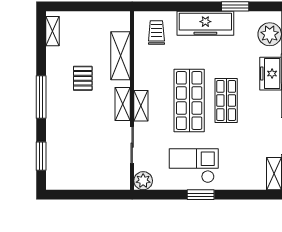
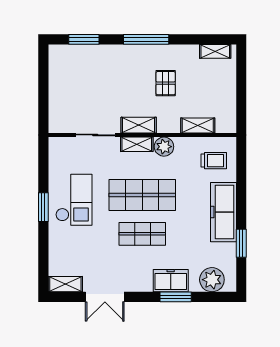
shelving: (121, 56) -> (198, 125), width x0.67, depth x0.75
pallet: (83, 78) -> (166, 83), turned 90
plant: (143, 181) -> (164, 147), moved

